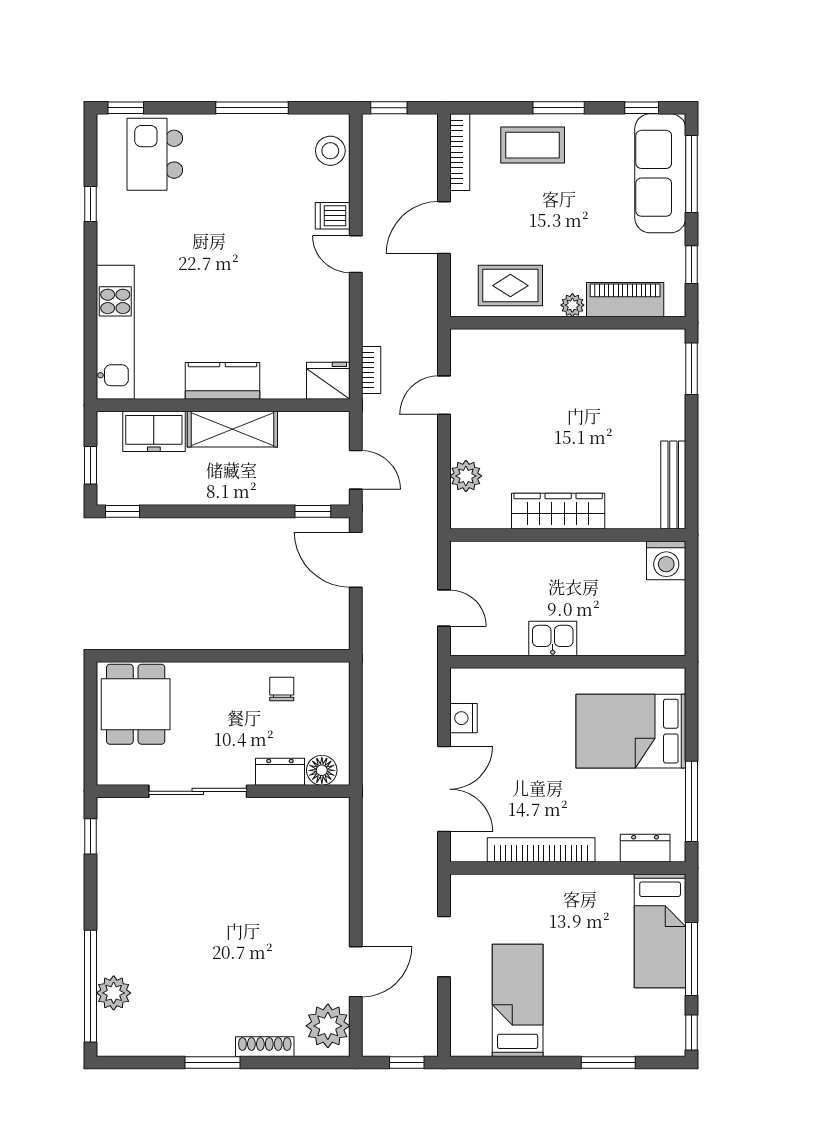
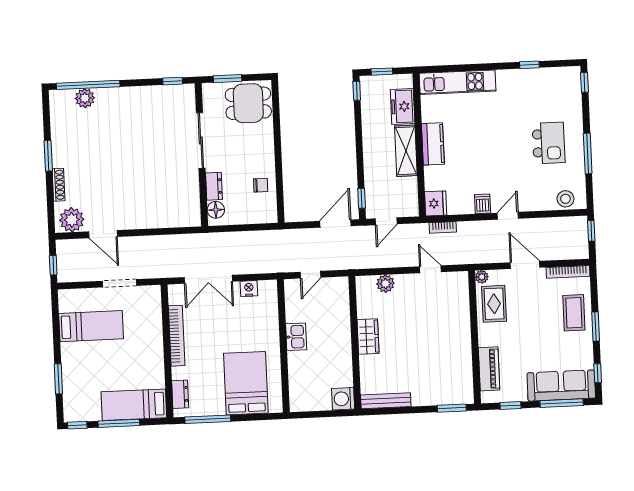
kitchen island: (155, 154) -> (549, 143), moved, turned 90
dishwasher: (333, 216) -> (483, 204), moved
plant: (572, 305) -> (482, 277), moved
wardrobe: (558, 511) -> (368, 337), width x0.67
window: (90, 739) -> (227, 79), added

